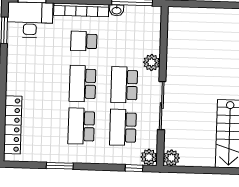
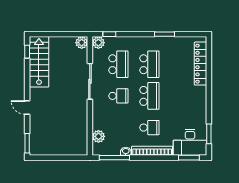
plant: (152, 62) -> (98, 136), moved
school desk: (124, 85) -> (118, 96), width x0.54

